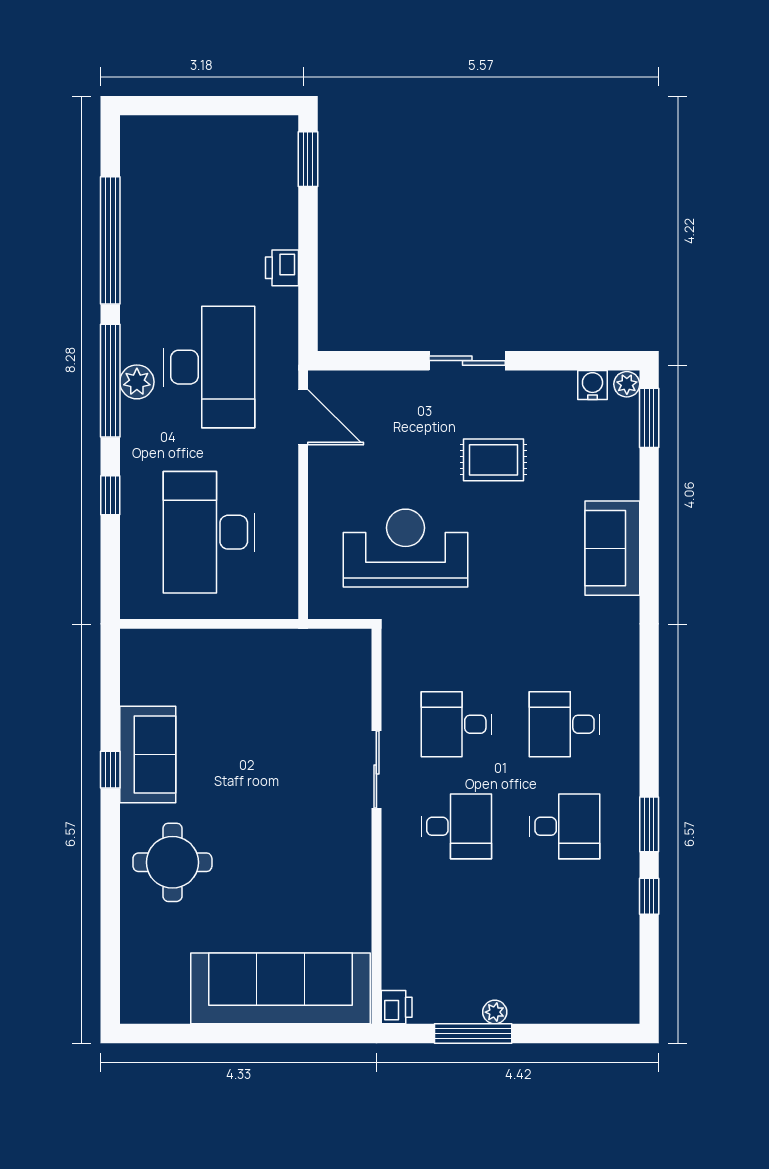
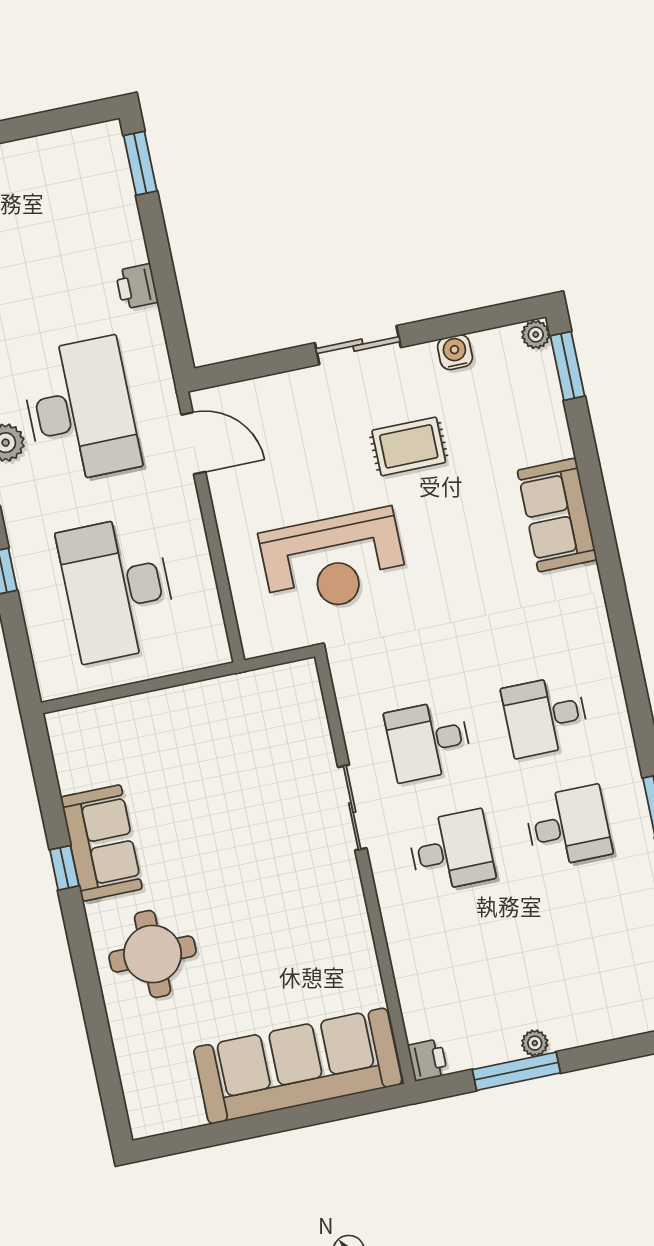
water cooler: (592, 385) -> (455, 352), moved
reception desk: (406, 548) -> (334, 562), turned 180

